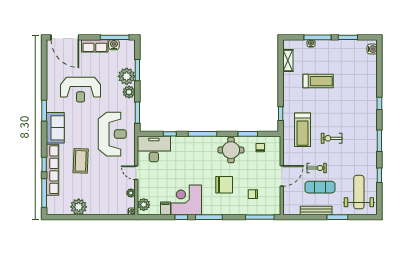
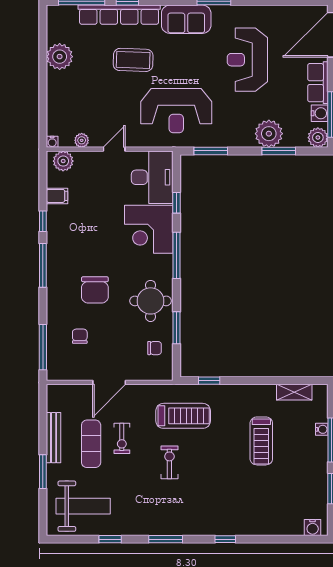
plant: (129, 92) -> (318, 138), moved
treadmill: (303, 130) -> (183, 416), turned 180
door: (282, 176) -> (109, 382), hinge flipped
corner desk: (186, 200) -> (149, 229), moved, turned 180

